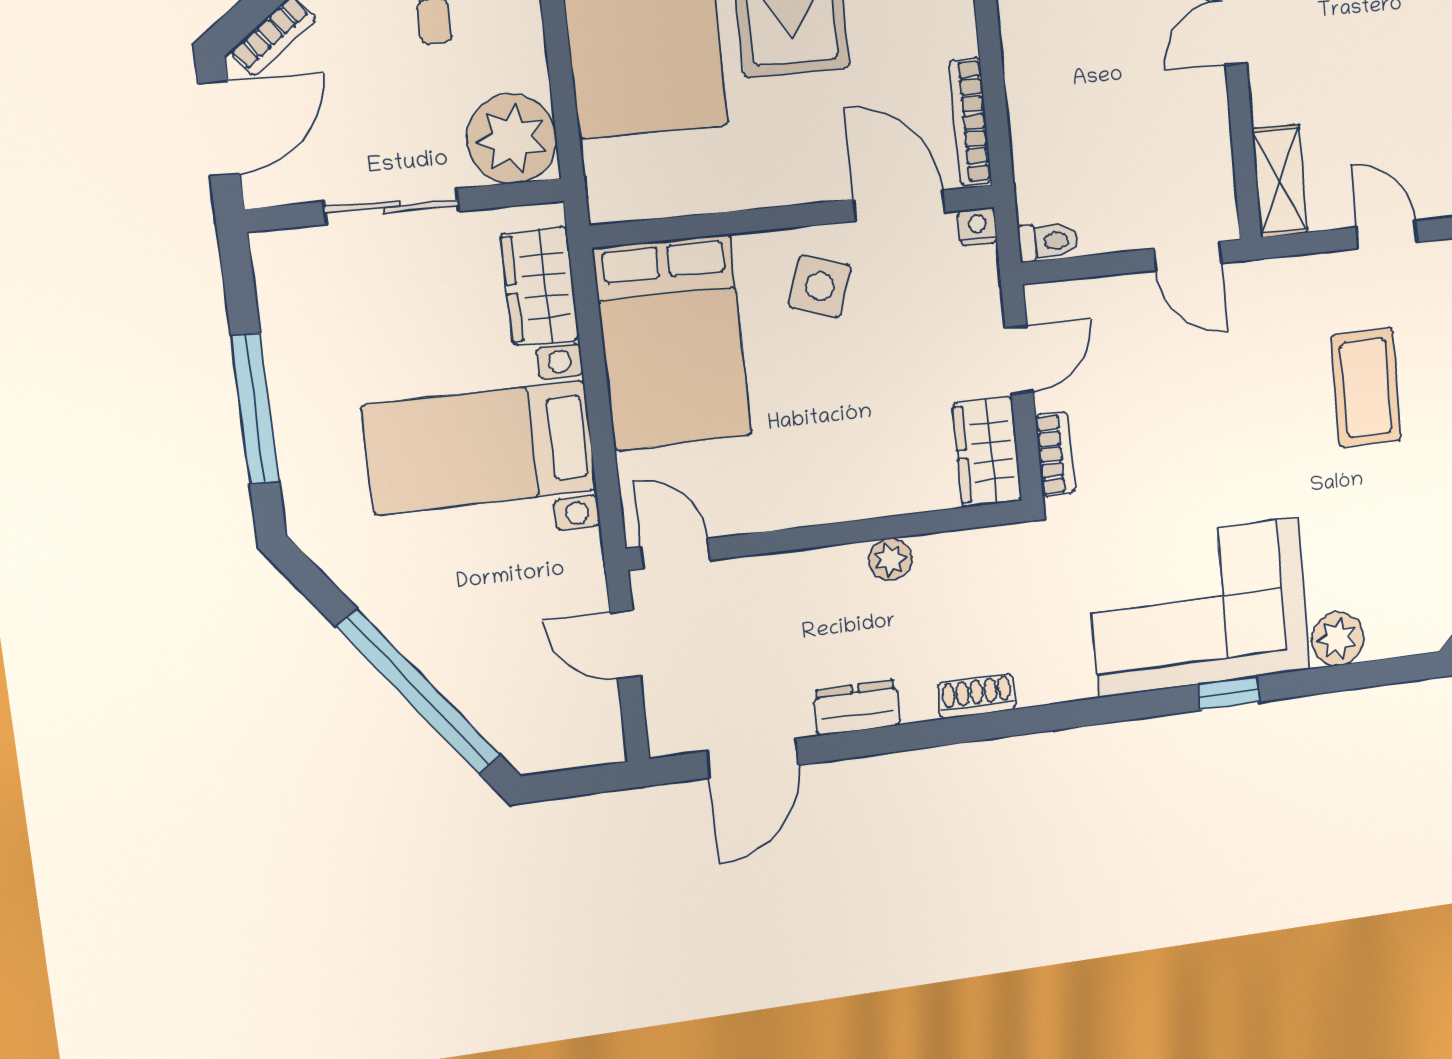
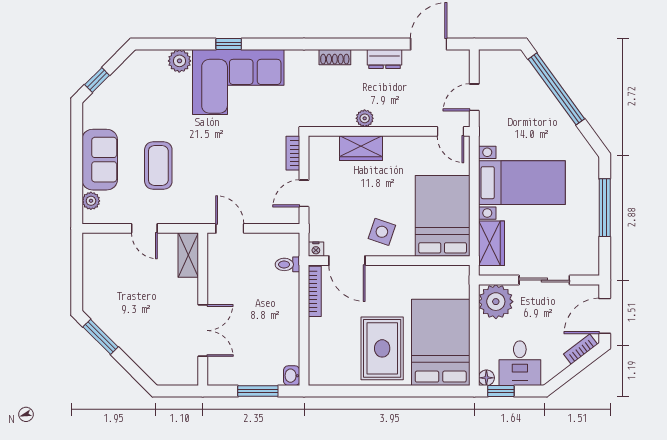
toilet: (1048, 241) -> (287, 264), moved
wardrobe: (987, 452) -> (361, 148), moved, turned 90
door: (625, 644) -> (474, 97), swing flipped

